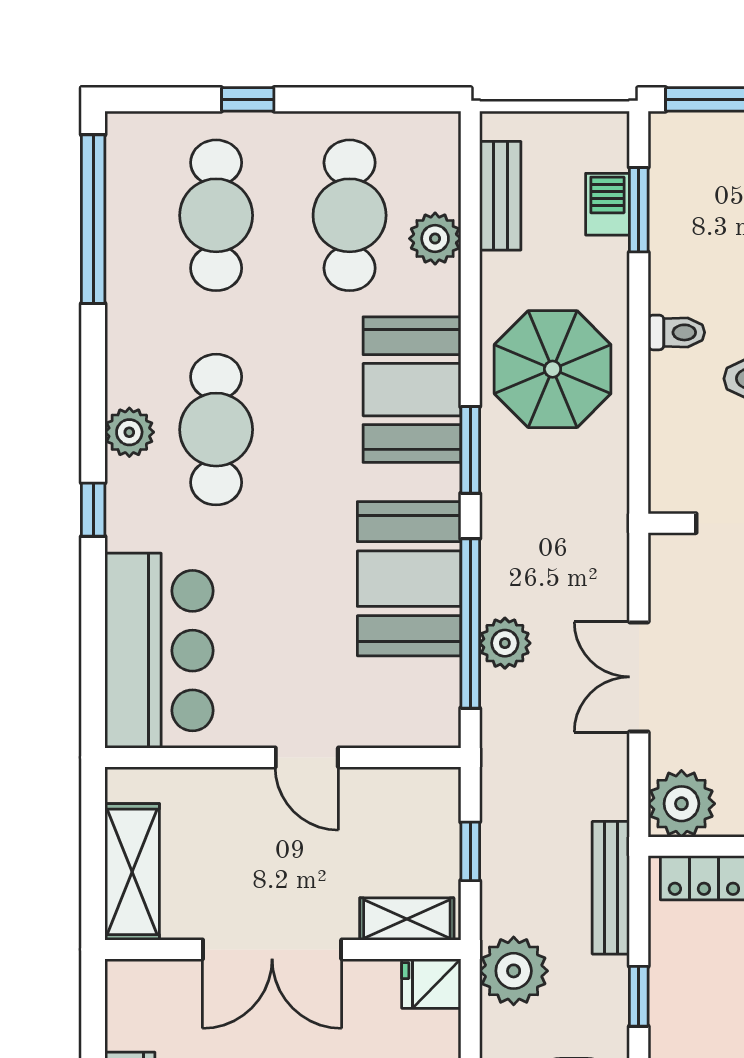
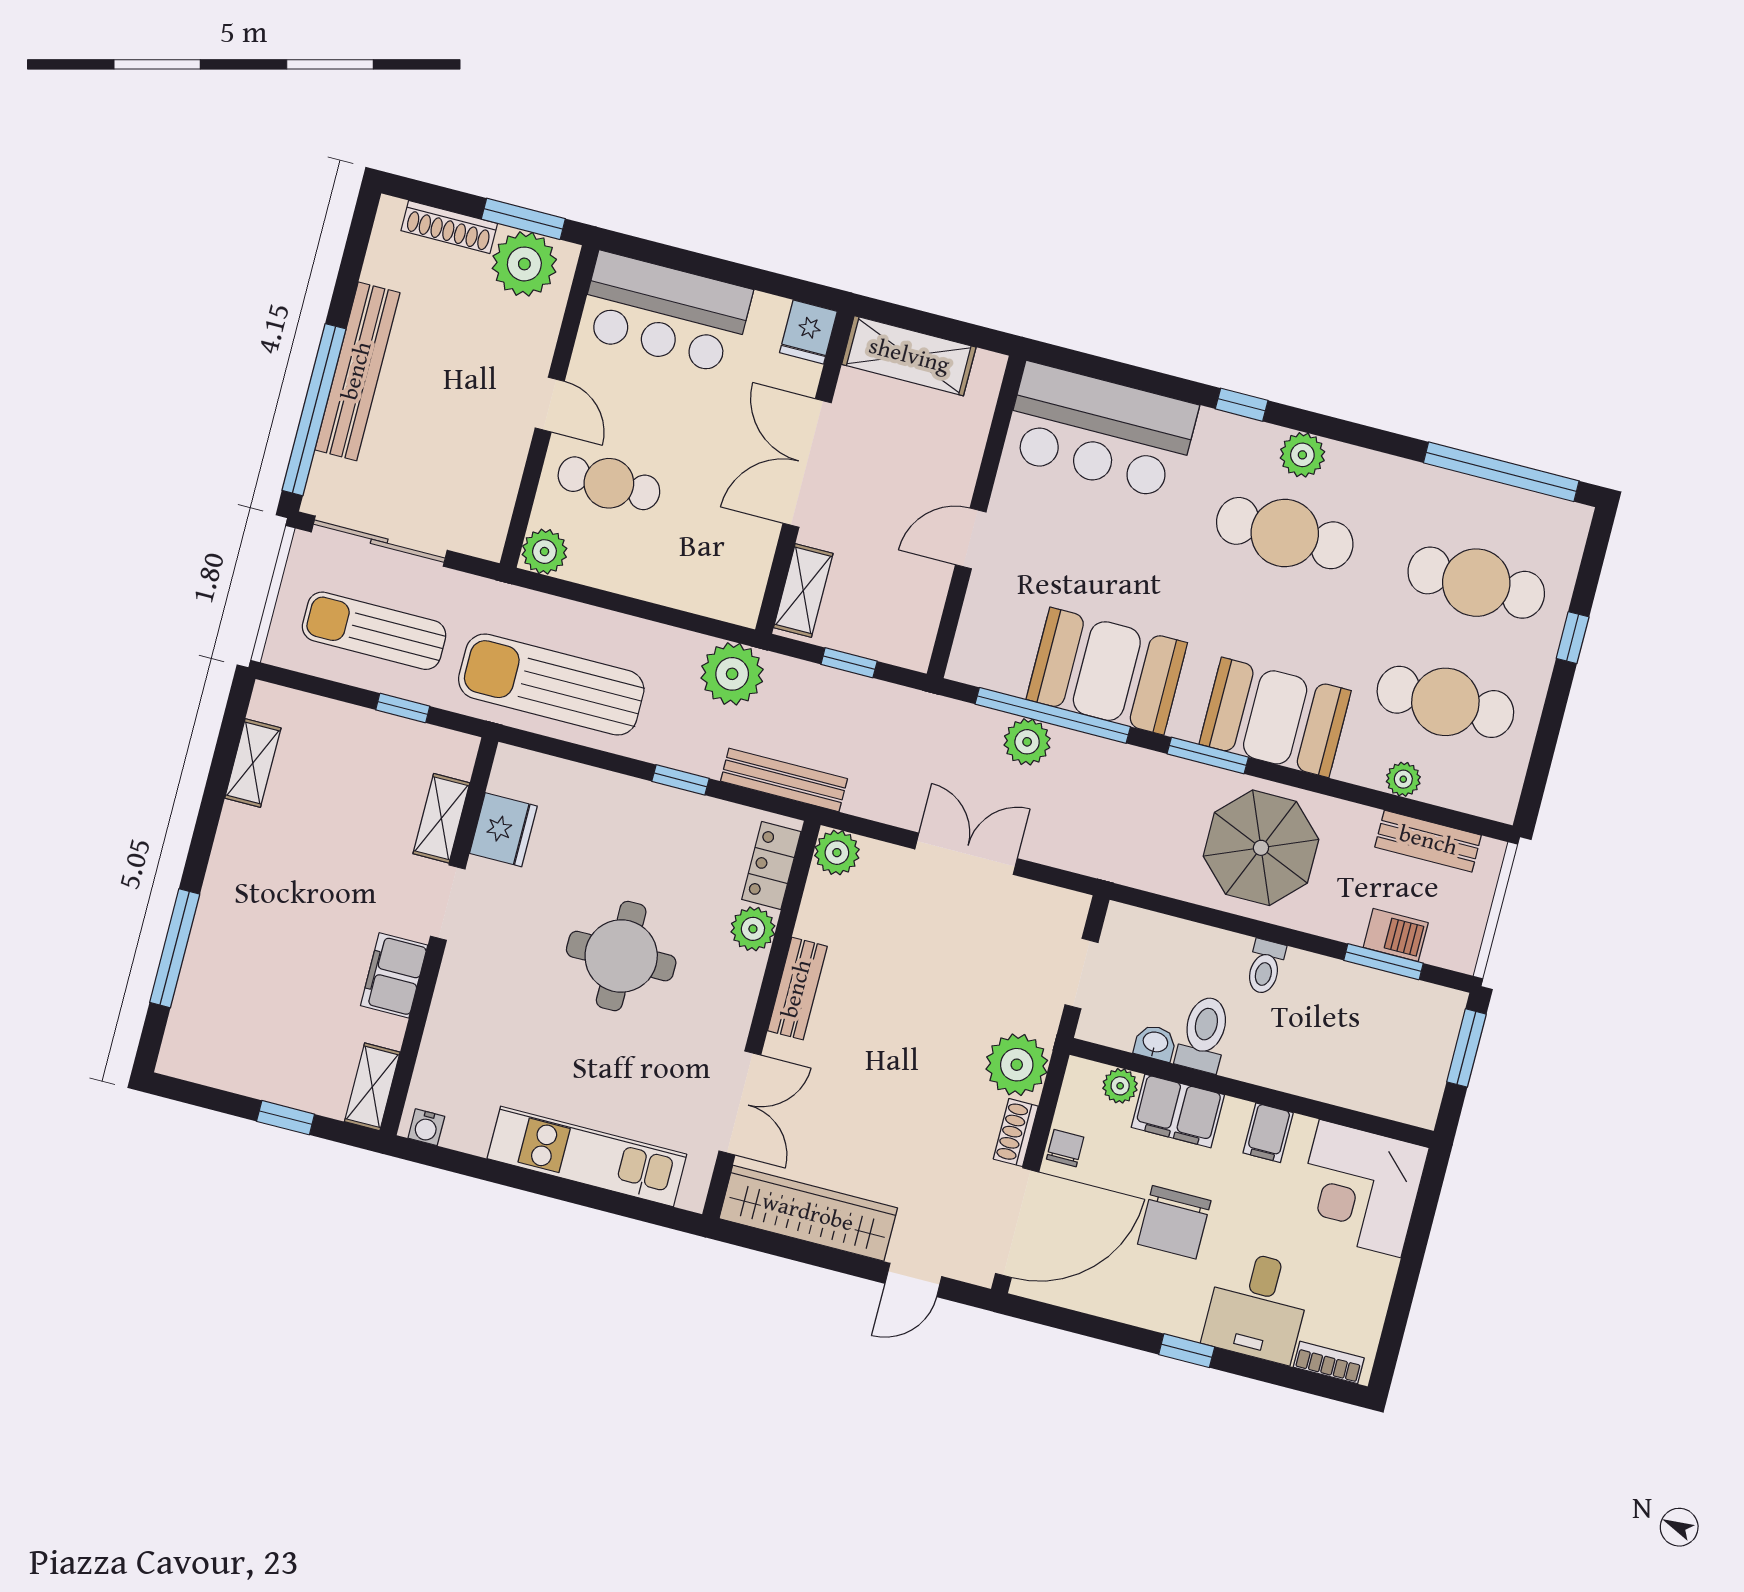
plant: (435, 239) -> (1403, 779), width x0.73, depth x0.73
plant: (681, 804) -> (837, 853), width x0.73, depth x0.73
fridge: (431, 984) -> (808, 332), moved, turned 180

